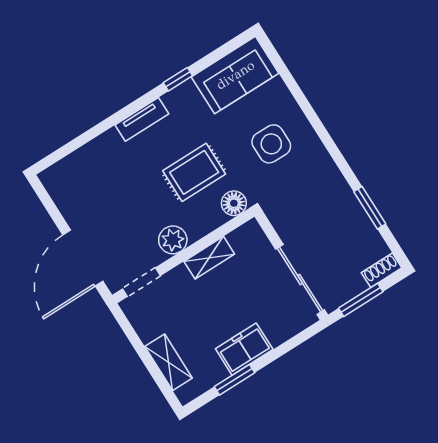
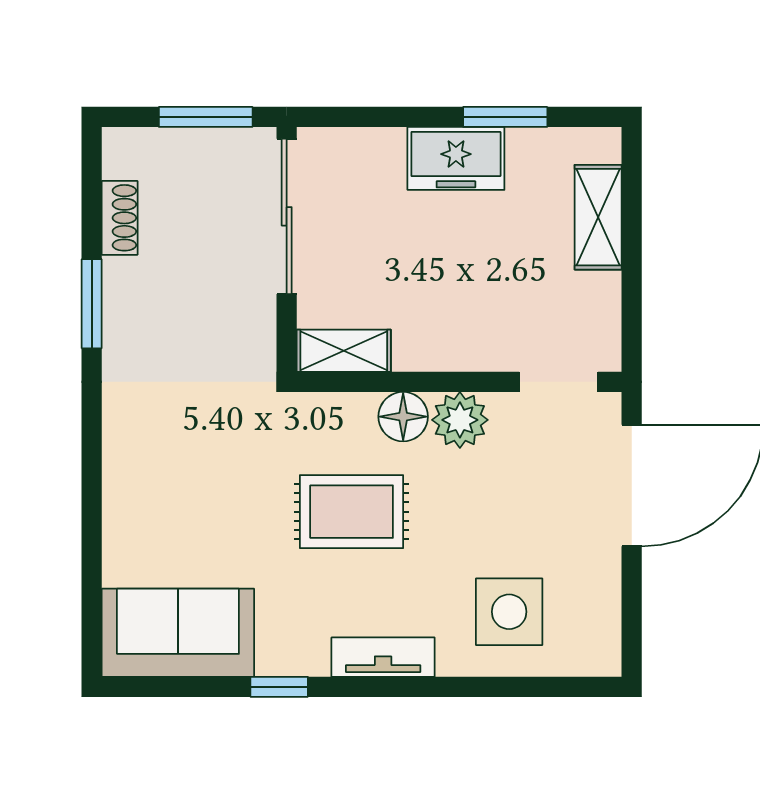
side table: (271, 144) -> (509, 612), moved
floor lamp: (234, 203) -> (403, 417), moved
window: (370, 208) -> (92, 304), moved
shelving: (209, 258) -> (344, 351), moved
shoe rack: (382, 270) -> (120, 218), moved, turned -90

